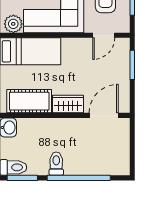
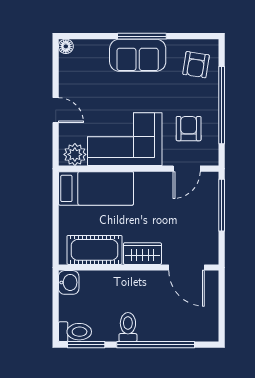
window: (132, 65) -> (222, 205), width x1.44
door: (104, 115) -> (186, 267), swing flipped

